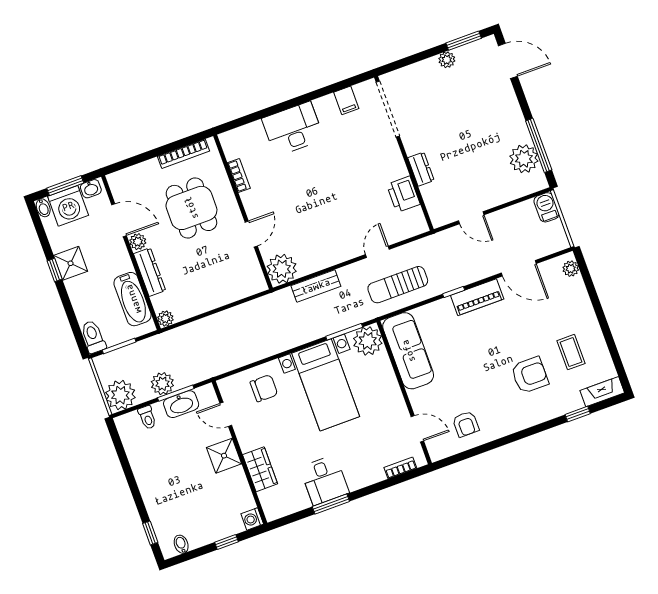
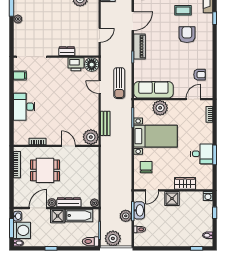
floor lamp: (413, 223) -> (92, 65), added
shower: (71, 263) -> (58, 216), moved
plant: (368, 341) -> (160, 108), moved
plant: (120, 395) -> (113, 238), moved

